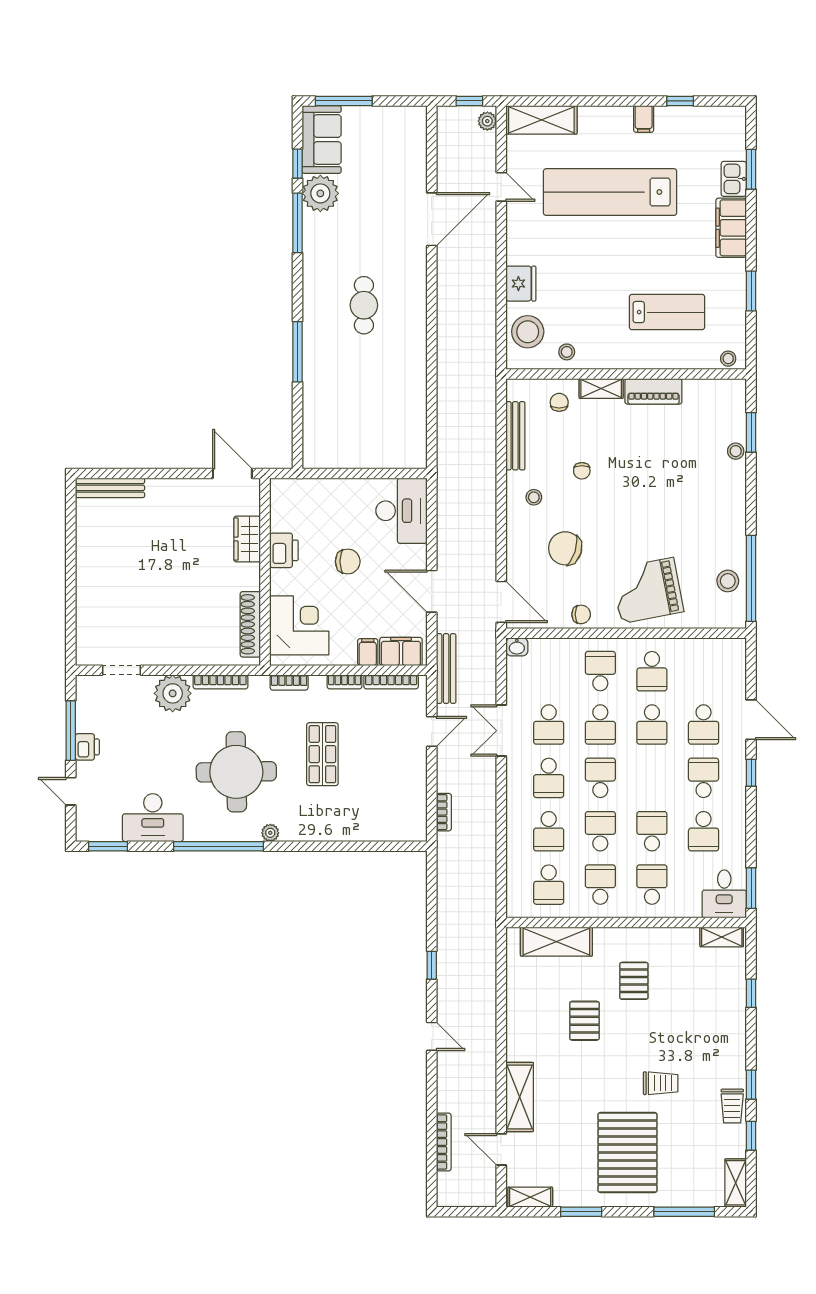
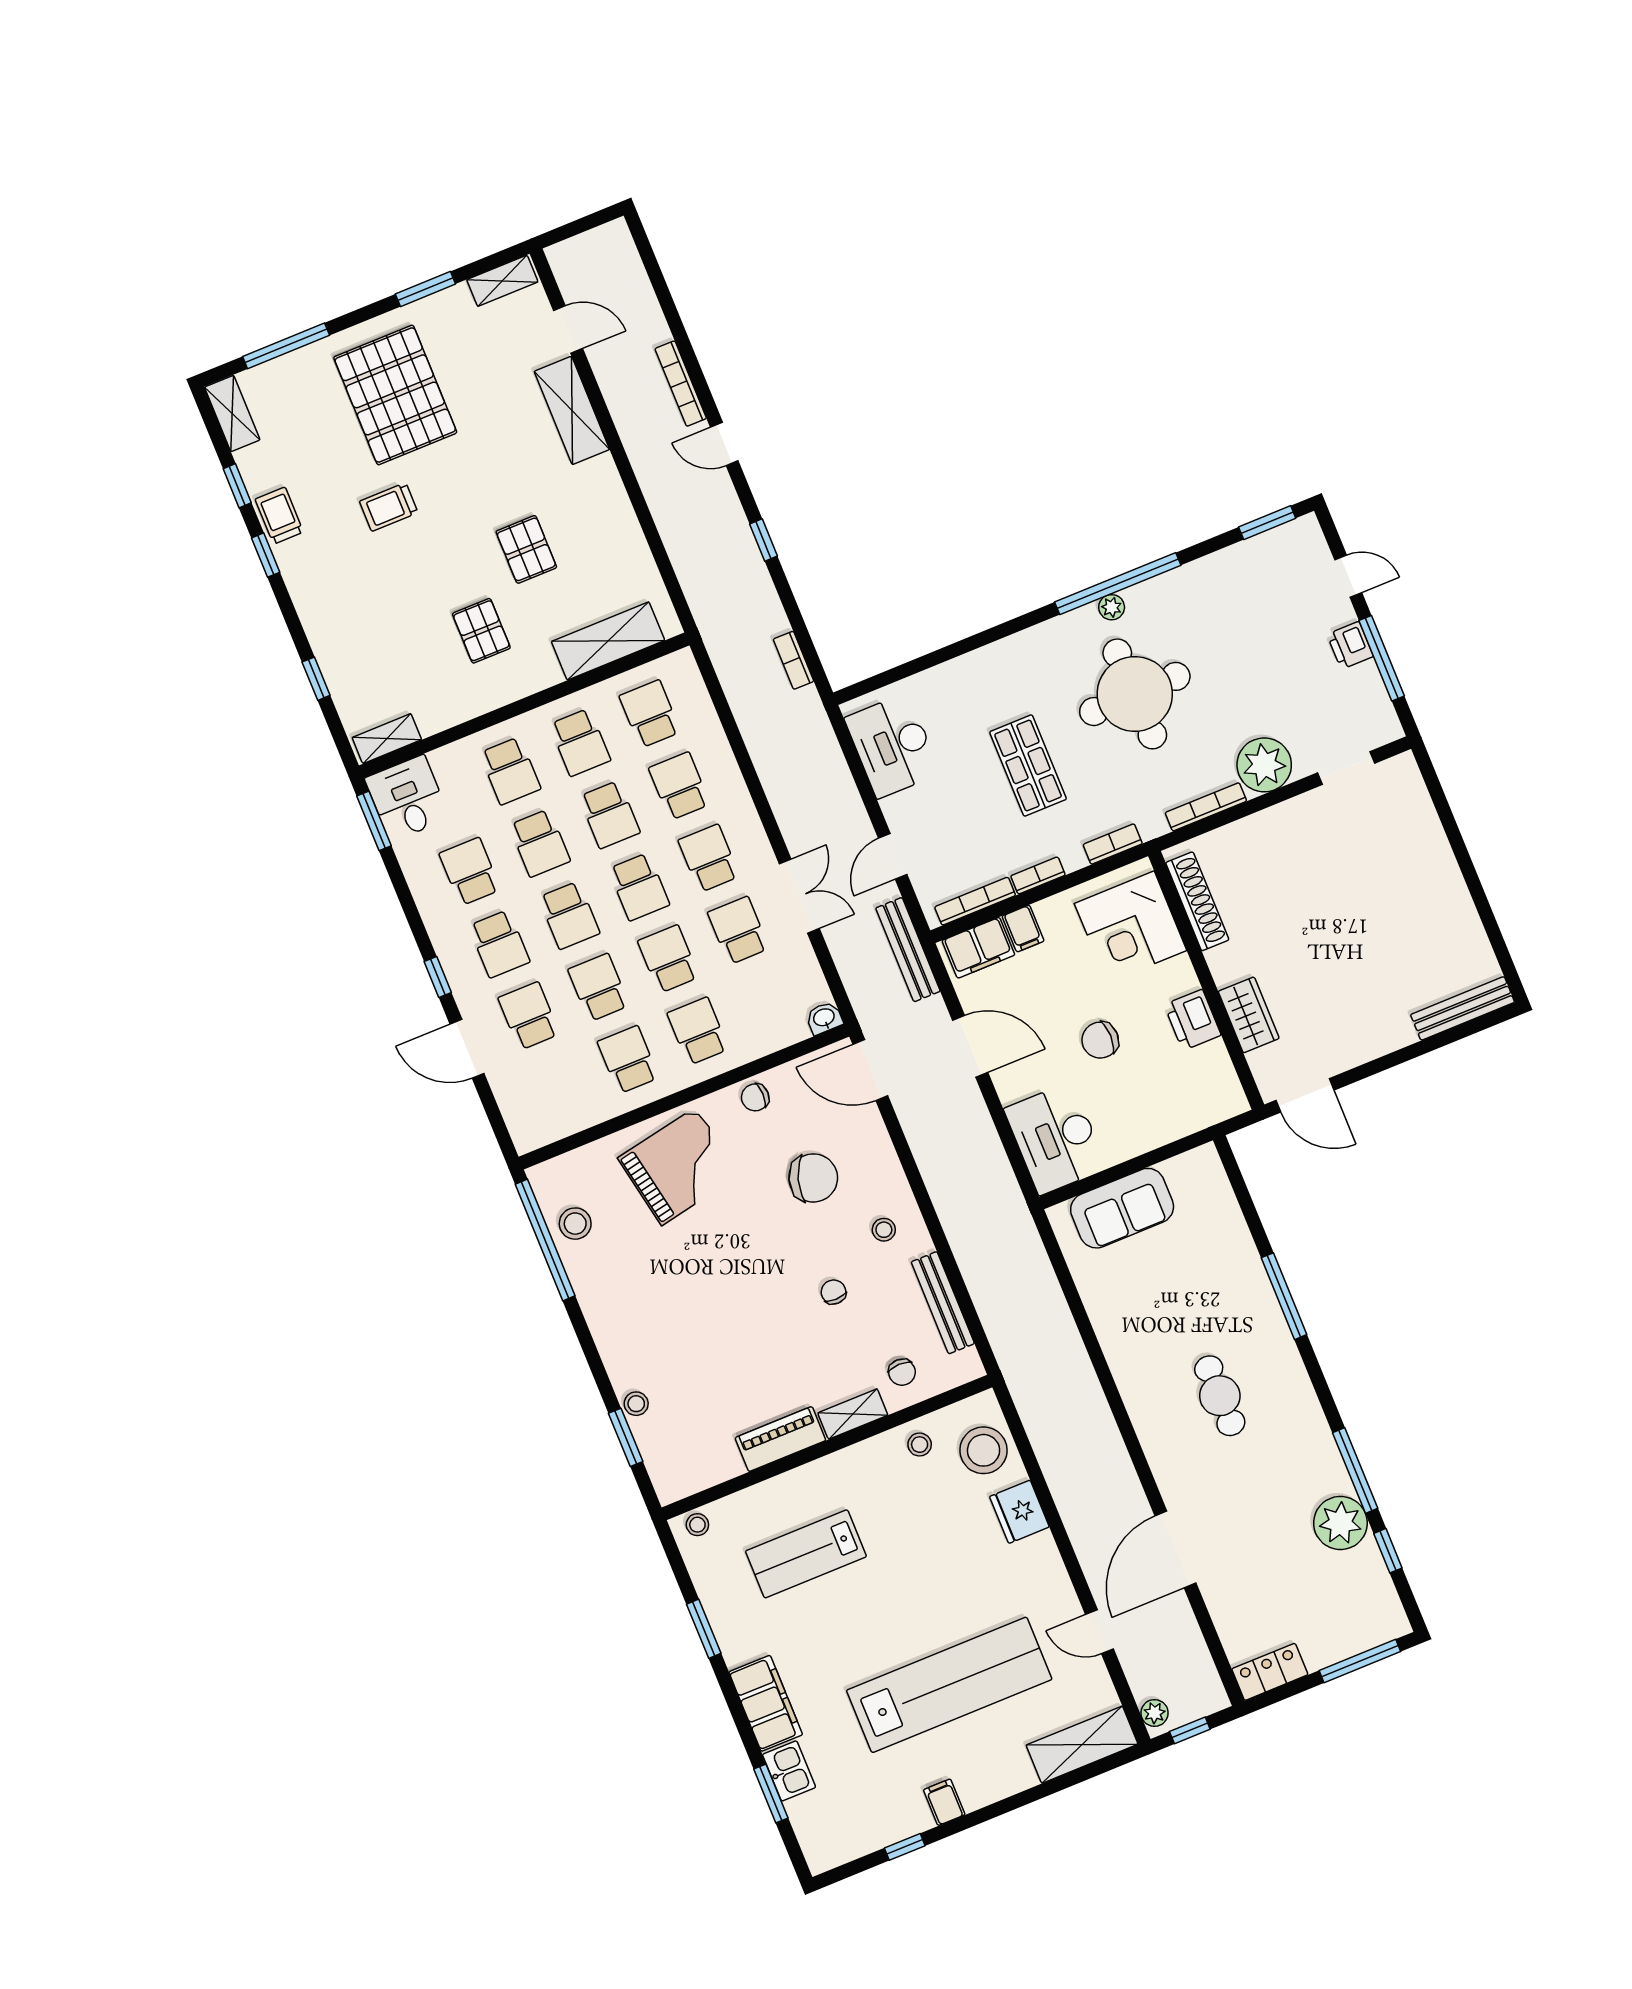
locker: (404, 117) -> (1270, 1672), added
sofa: (322, 139) -> (1122, 1208), moved, turned -90
school desk: (600, 671) -> (698, 1031), turned 180
school desk: (652, 778) -> (569, 915), added
bookcase: (444, 812) -> (793, 660), moved
desk: (153, 818) -> (892, 746), moved, turned -90
plant: (270, 833) -> (1112, 607), moved
bookcase: (444, 1142) -> (681, 384), moved

